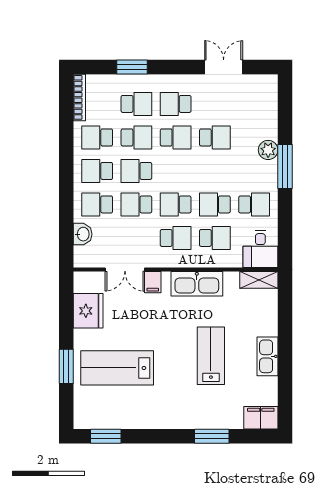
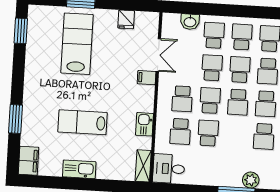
school desk: (254, 204) -> (238, 102), moved
double door: (125, 270) -> (158, 55), swing flipped
kitchen sink: (197, 284) -> (145, 124), width x0.53, depth x0.81
fridge: (88, 311) -> (126, 19), width x0.53, depth x0.75
lab bench: (211, 356) -> (83, 122), turned 180

